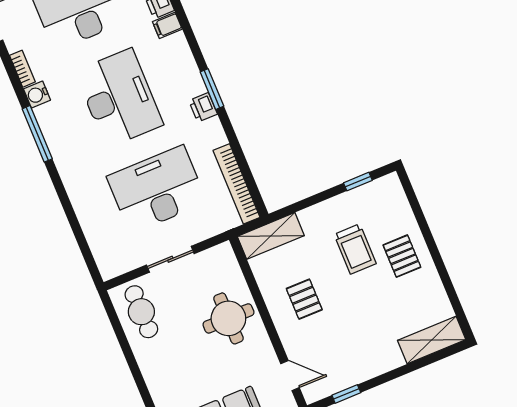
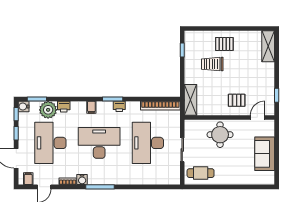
filing cabinet: (167, 25) -> (91, 107), moved
trolley: (355, 249) -> (212, 64), turned 180
pallet: (304, 299) -> (237, 100), moved

